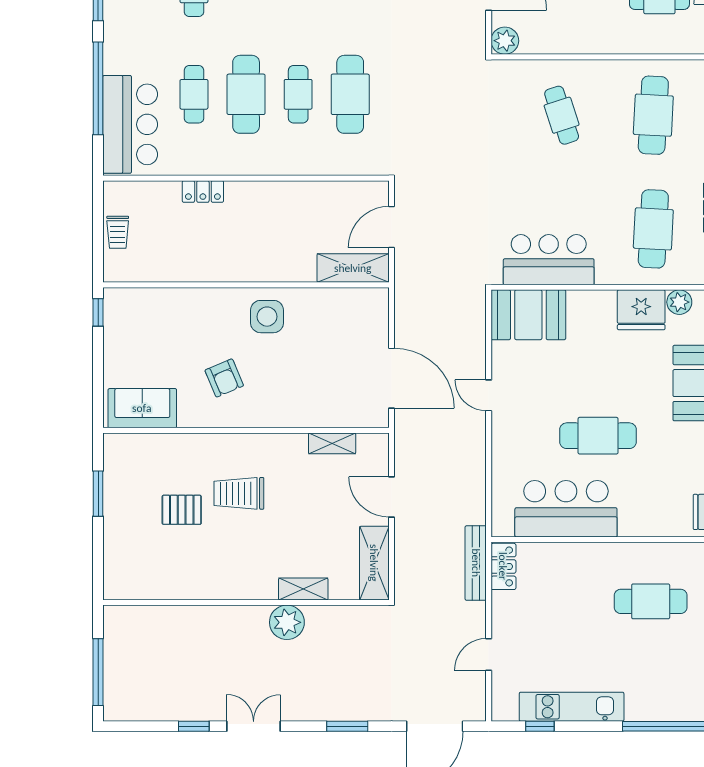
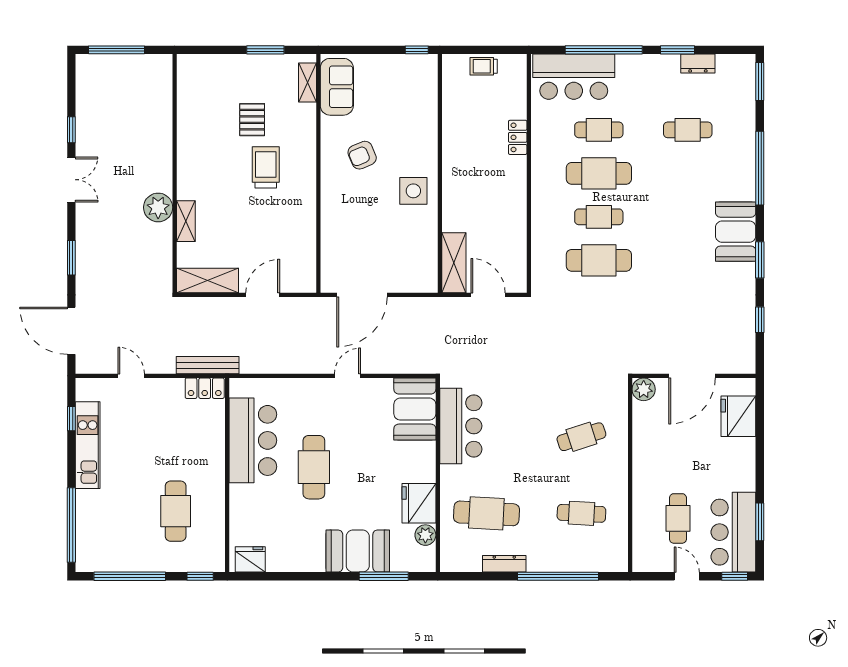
cafe table: (653, 115) -> (581, 513), width x0.73, depth x0.74
shelving: (332, 443) -> (307, 83), moved

